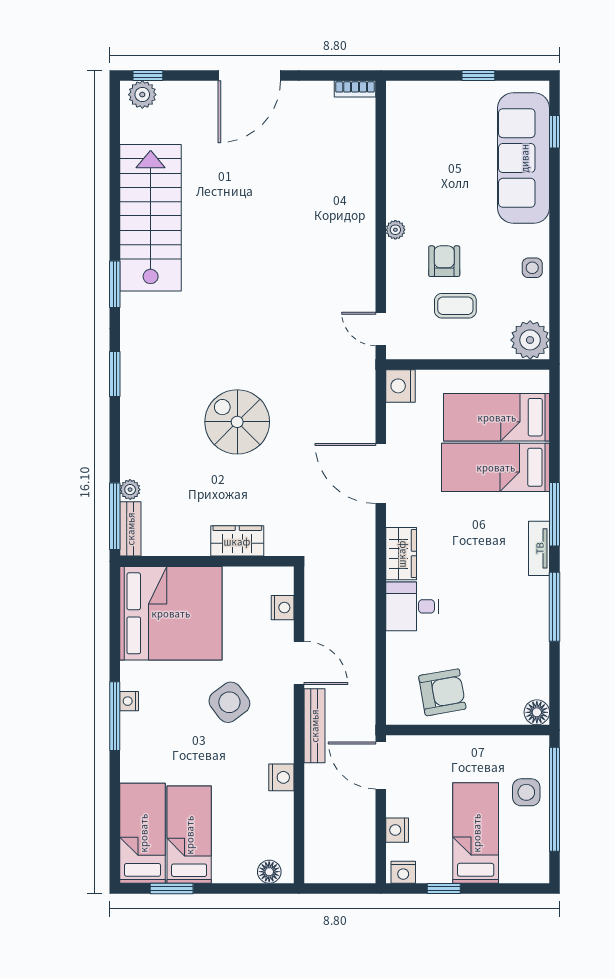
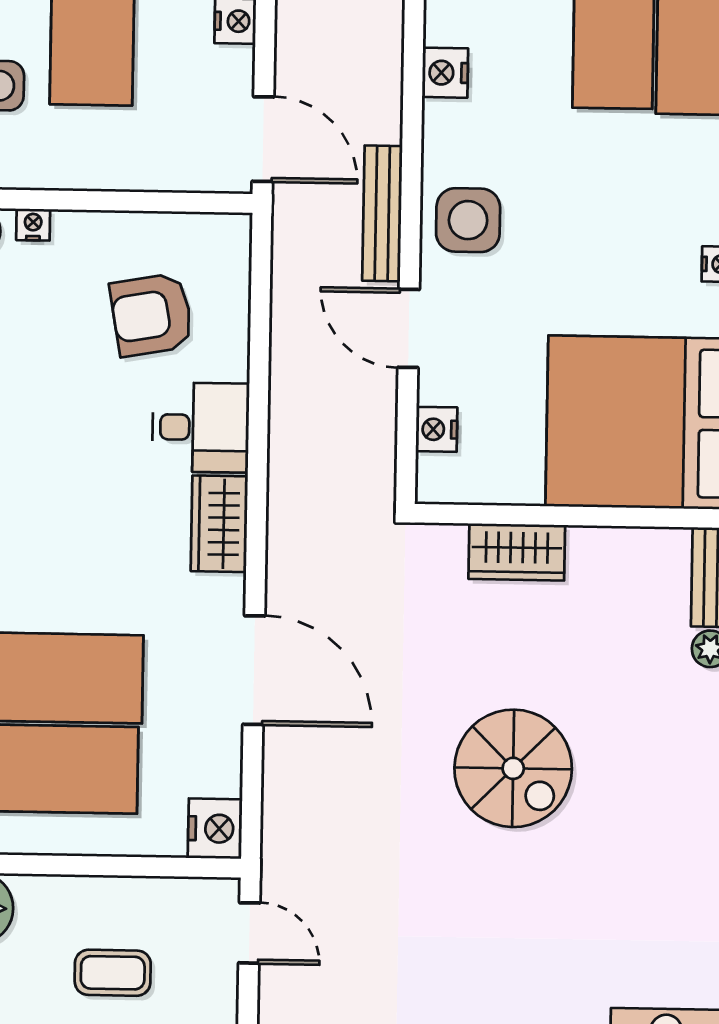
armchair: (442, 692) -> (152, 315), moved
side table: (229, 702) -> (468, 220), moved, turned 37
nightstand: (506, 716) -> (33, 225), added
nightstand: (281, 777) -> (445, 73), moved

